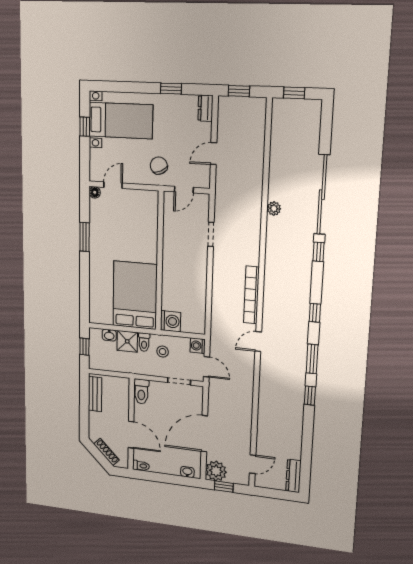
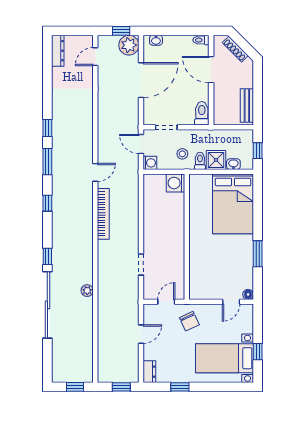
bed: (135, 295) -> (233, 204), moved

